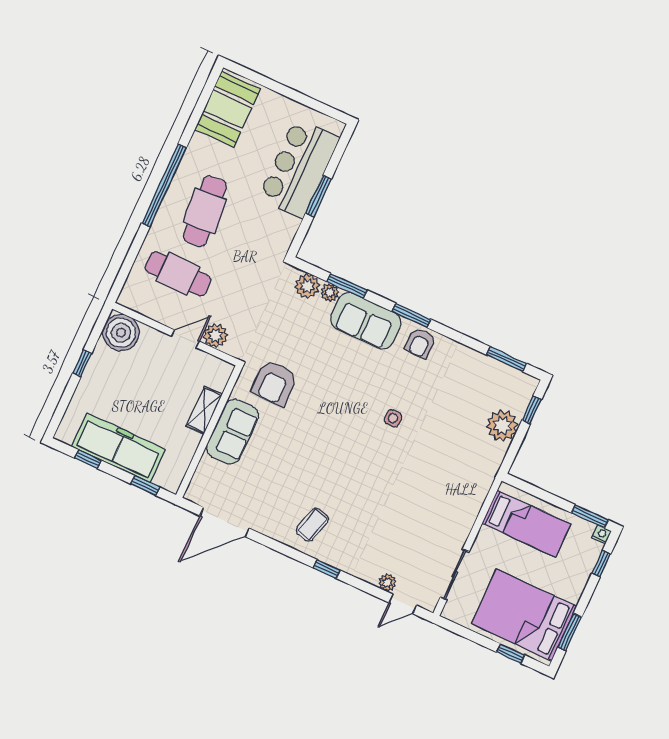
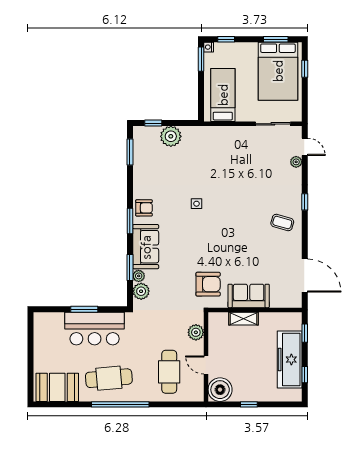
bar counter: (299, 168) -> (95, 329), moved
cafe table: (205, 211) -> (109, 378), moved
door: (185, 339) -> (206, 365), moved

